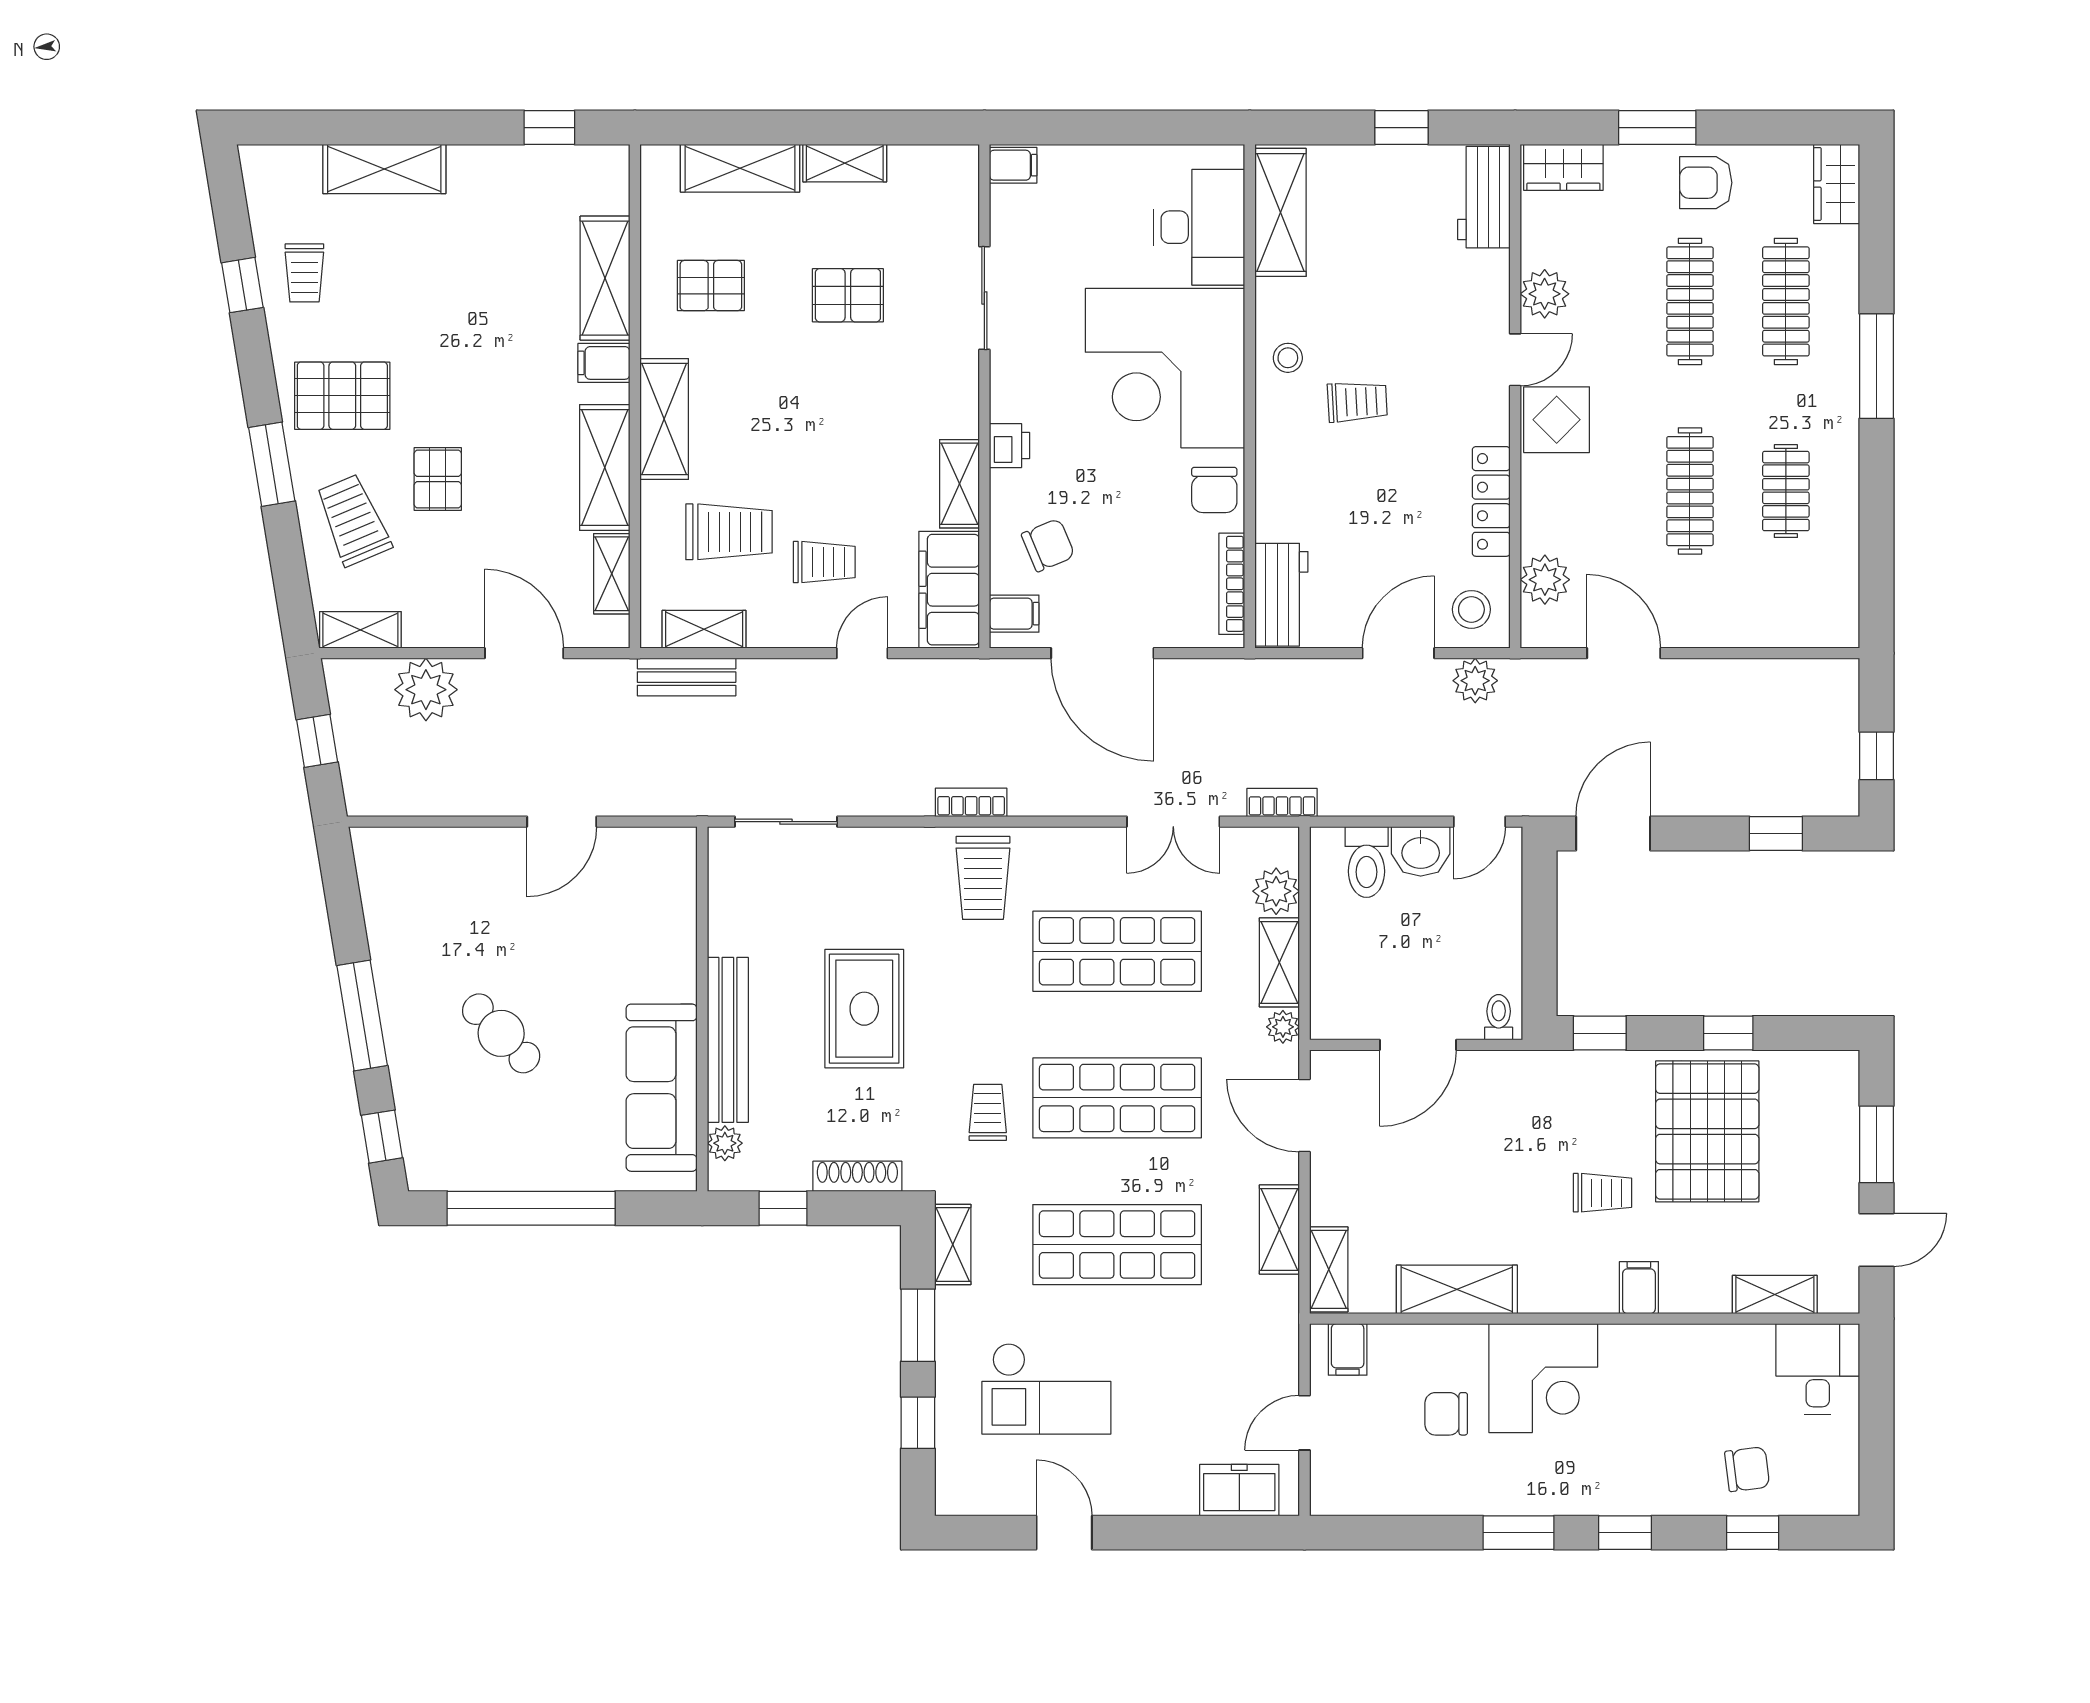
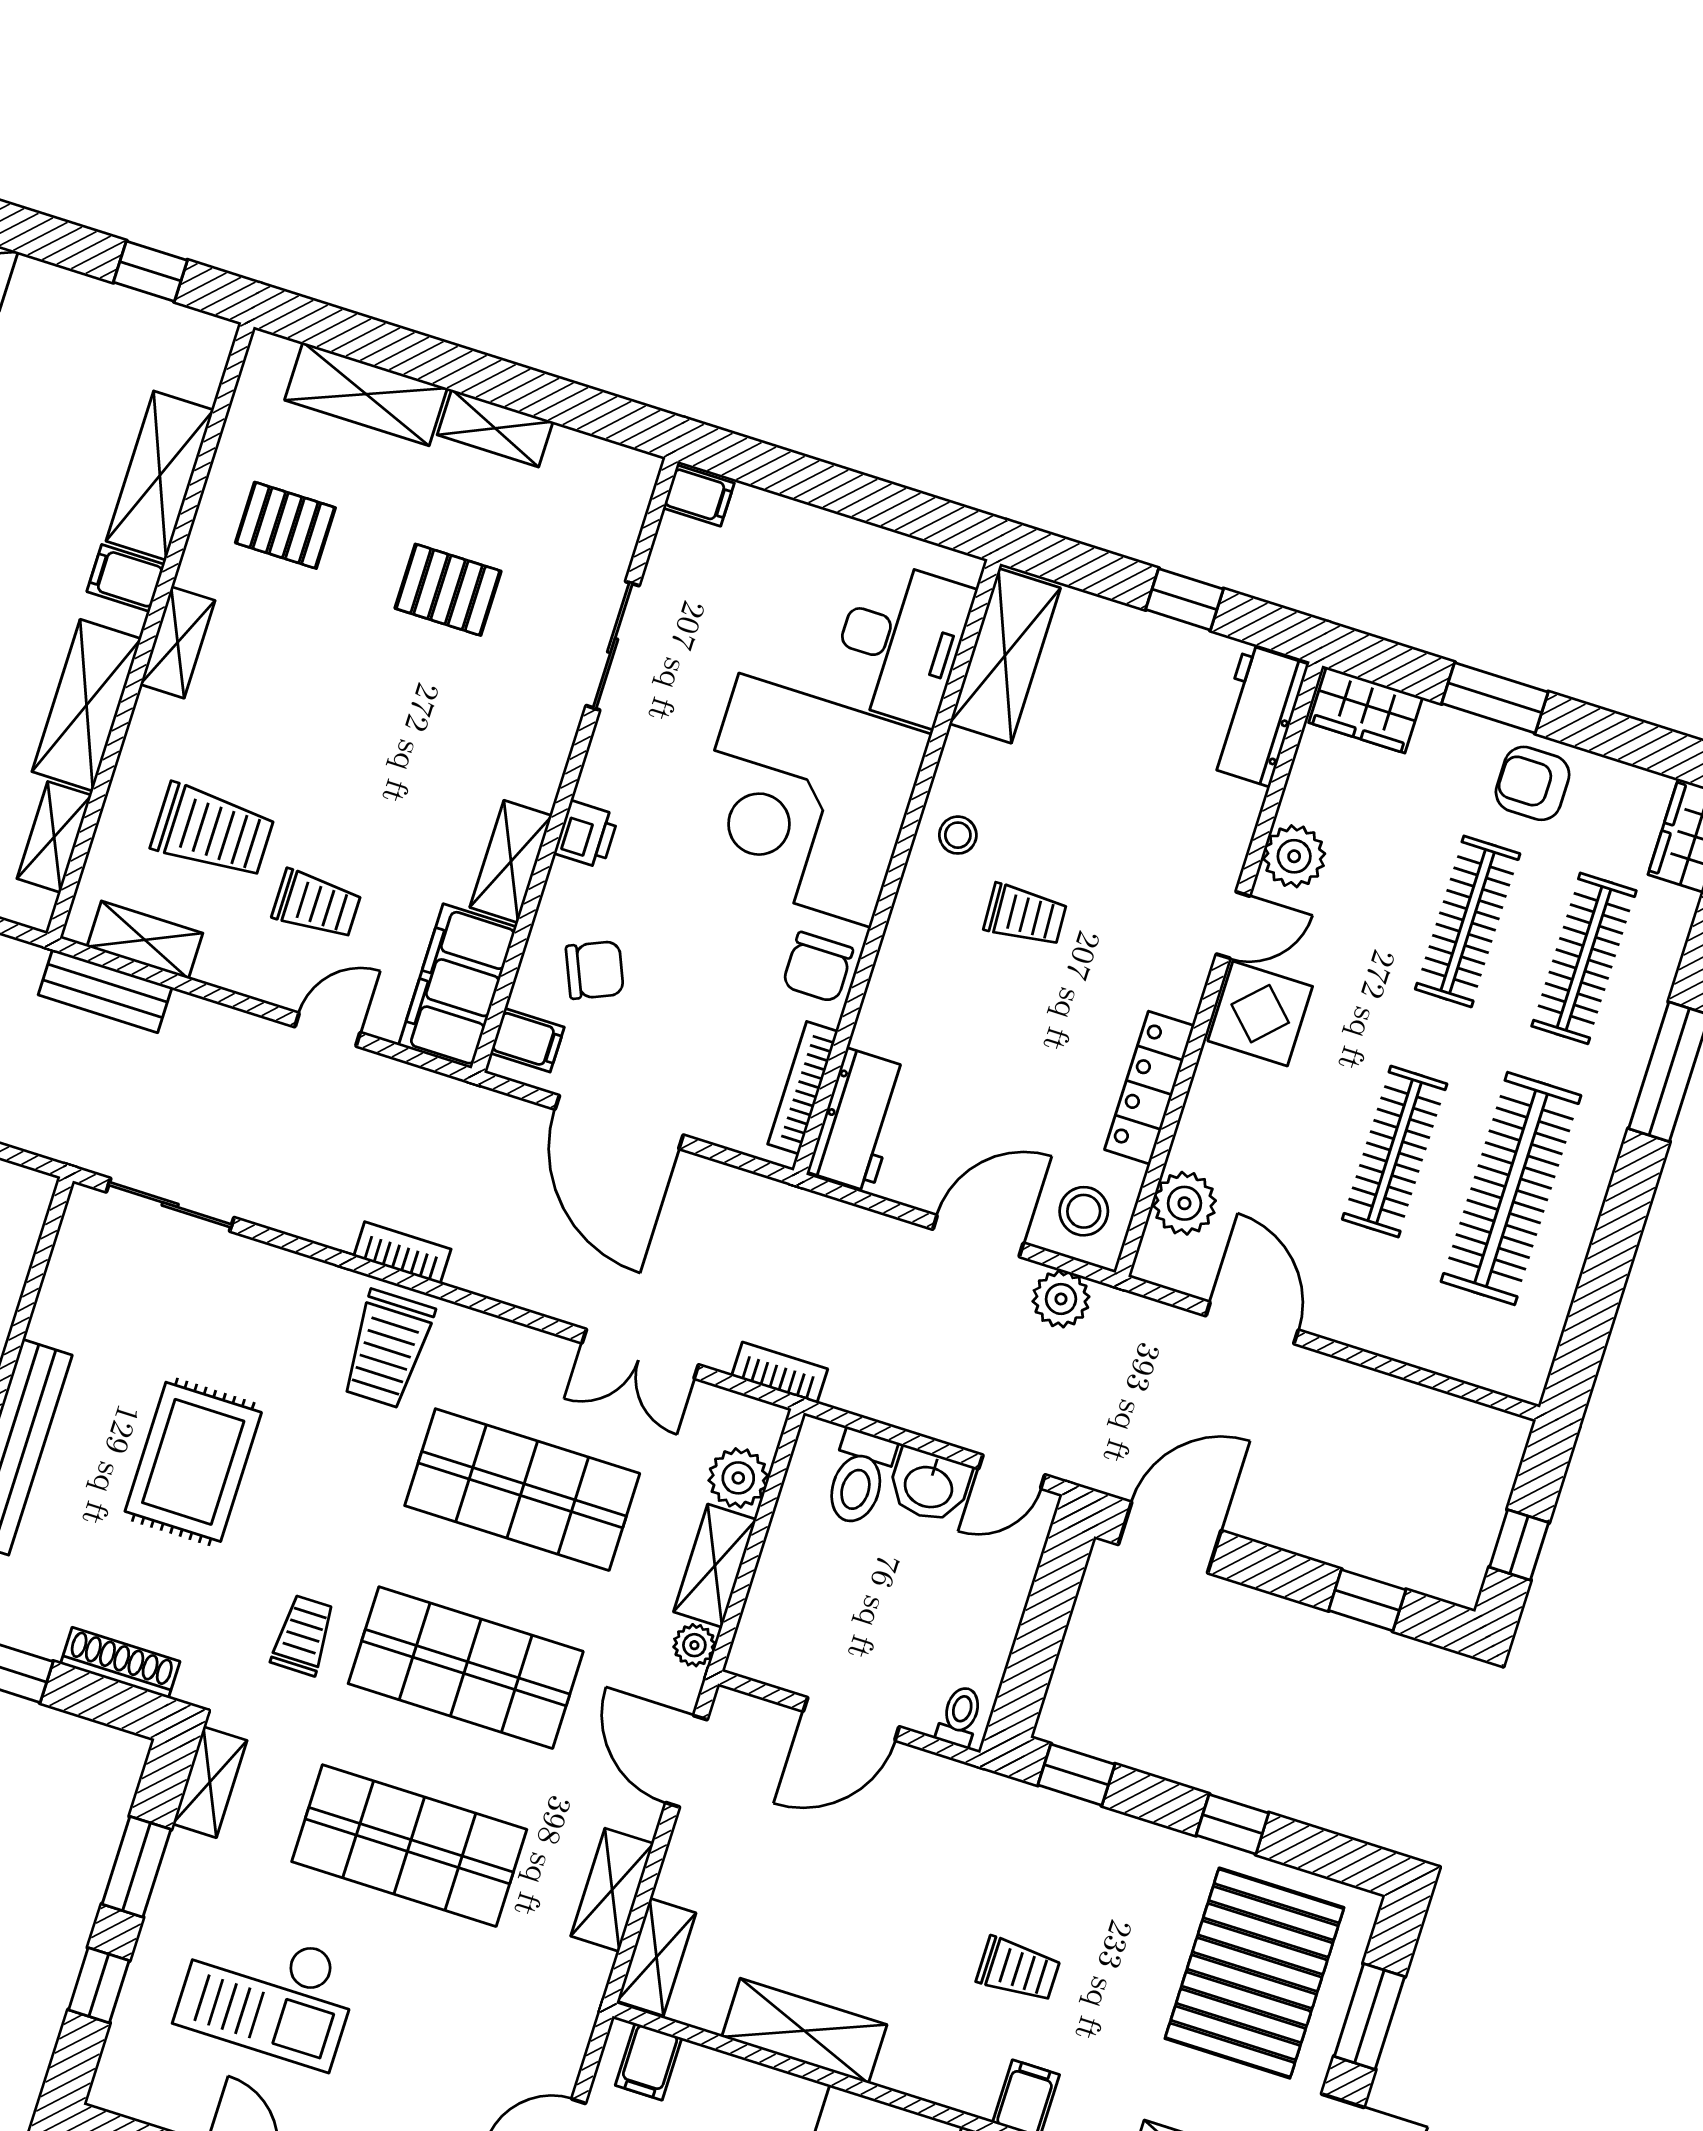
shelving: (664, 419) -> (178, 642), width x0.67, depth x0.75
clothes rail: (1786, 491) -> (1511, 1189), width x1.86, depth x1.31
pallet: (1707, 1131) -> (1254, 1973), moved

